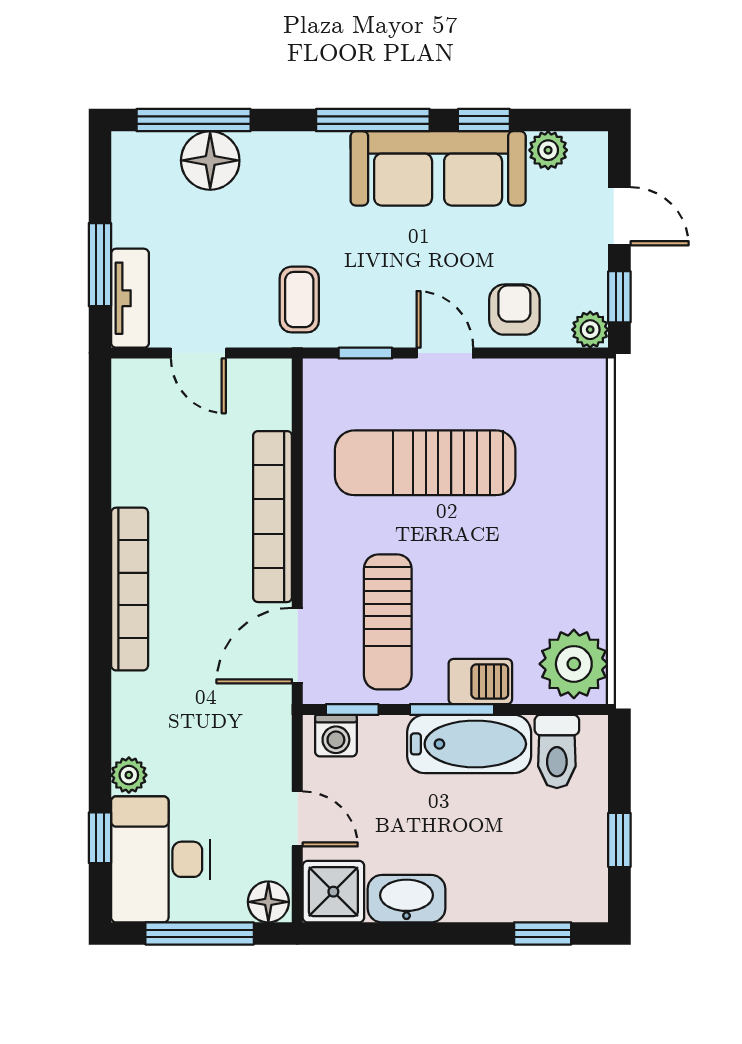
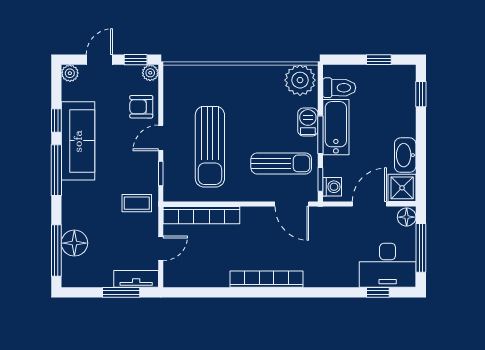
plant: (548, 150) -> (70, 73), moved
bookcase: (273, 517) -> (201, 215), moved
plant: (129, 775) -> (350, 279), removed
door: (297, 819) -> (369, 204), width x1.37

